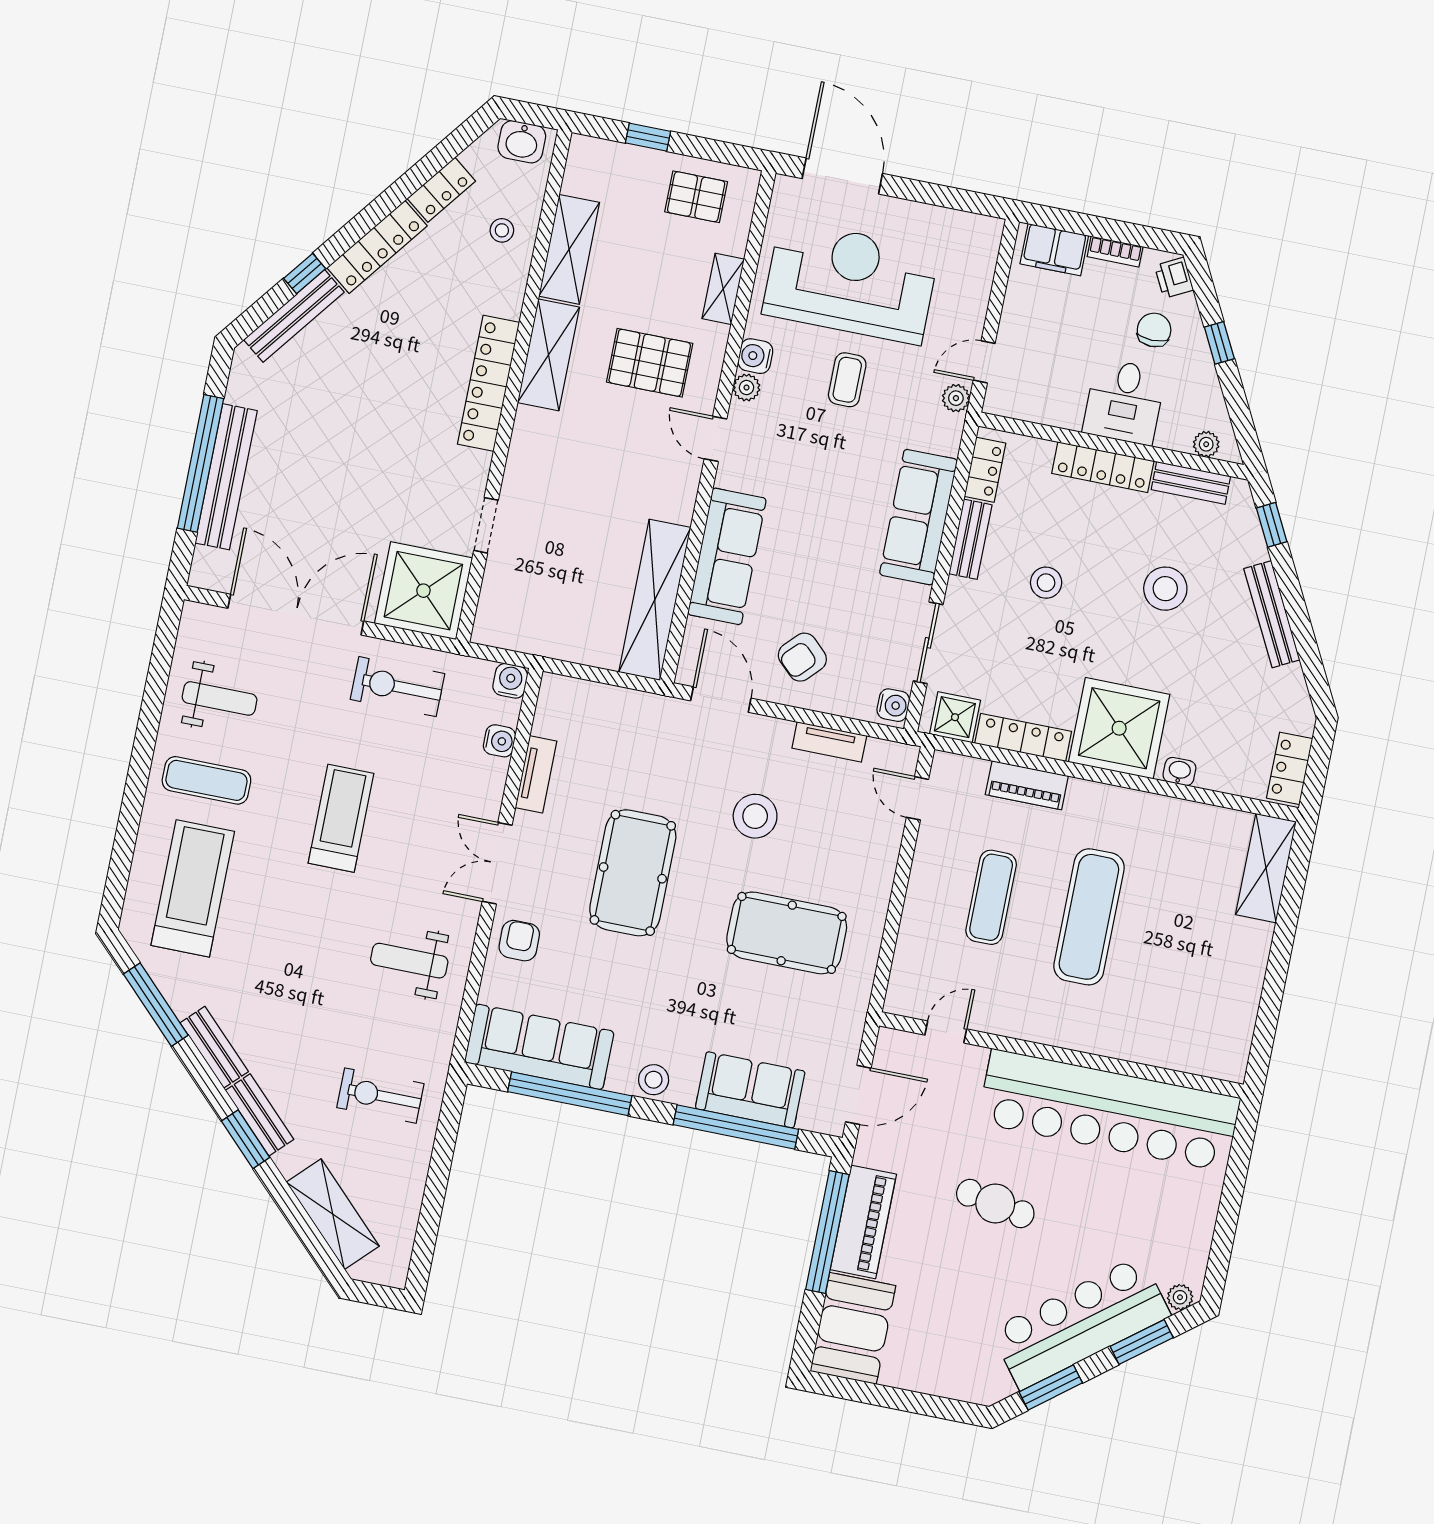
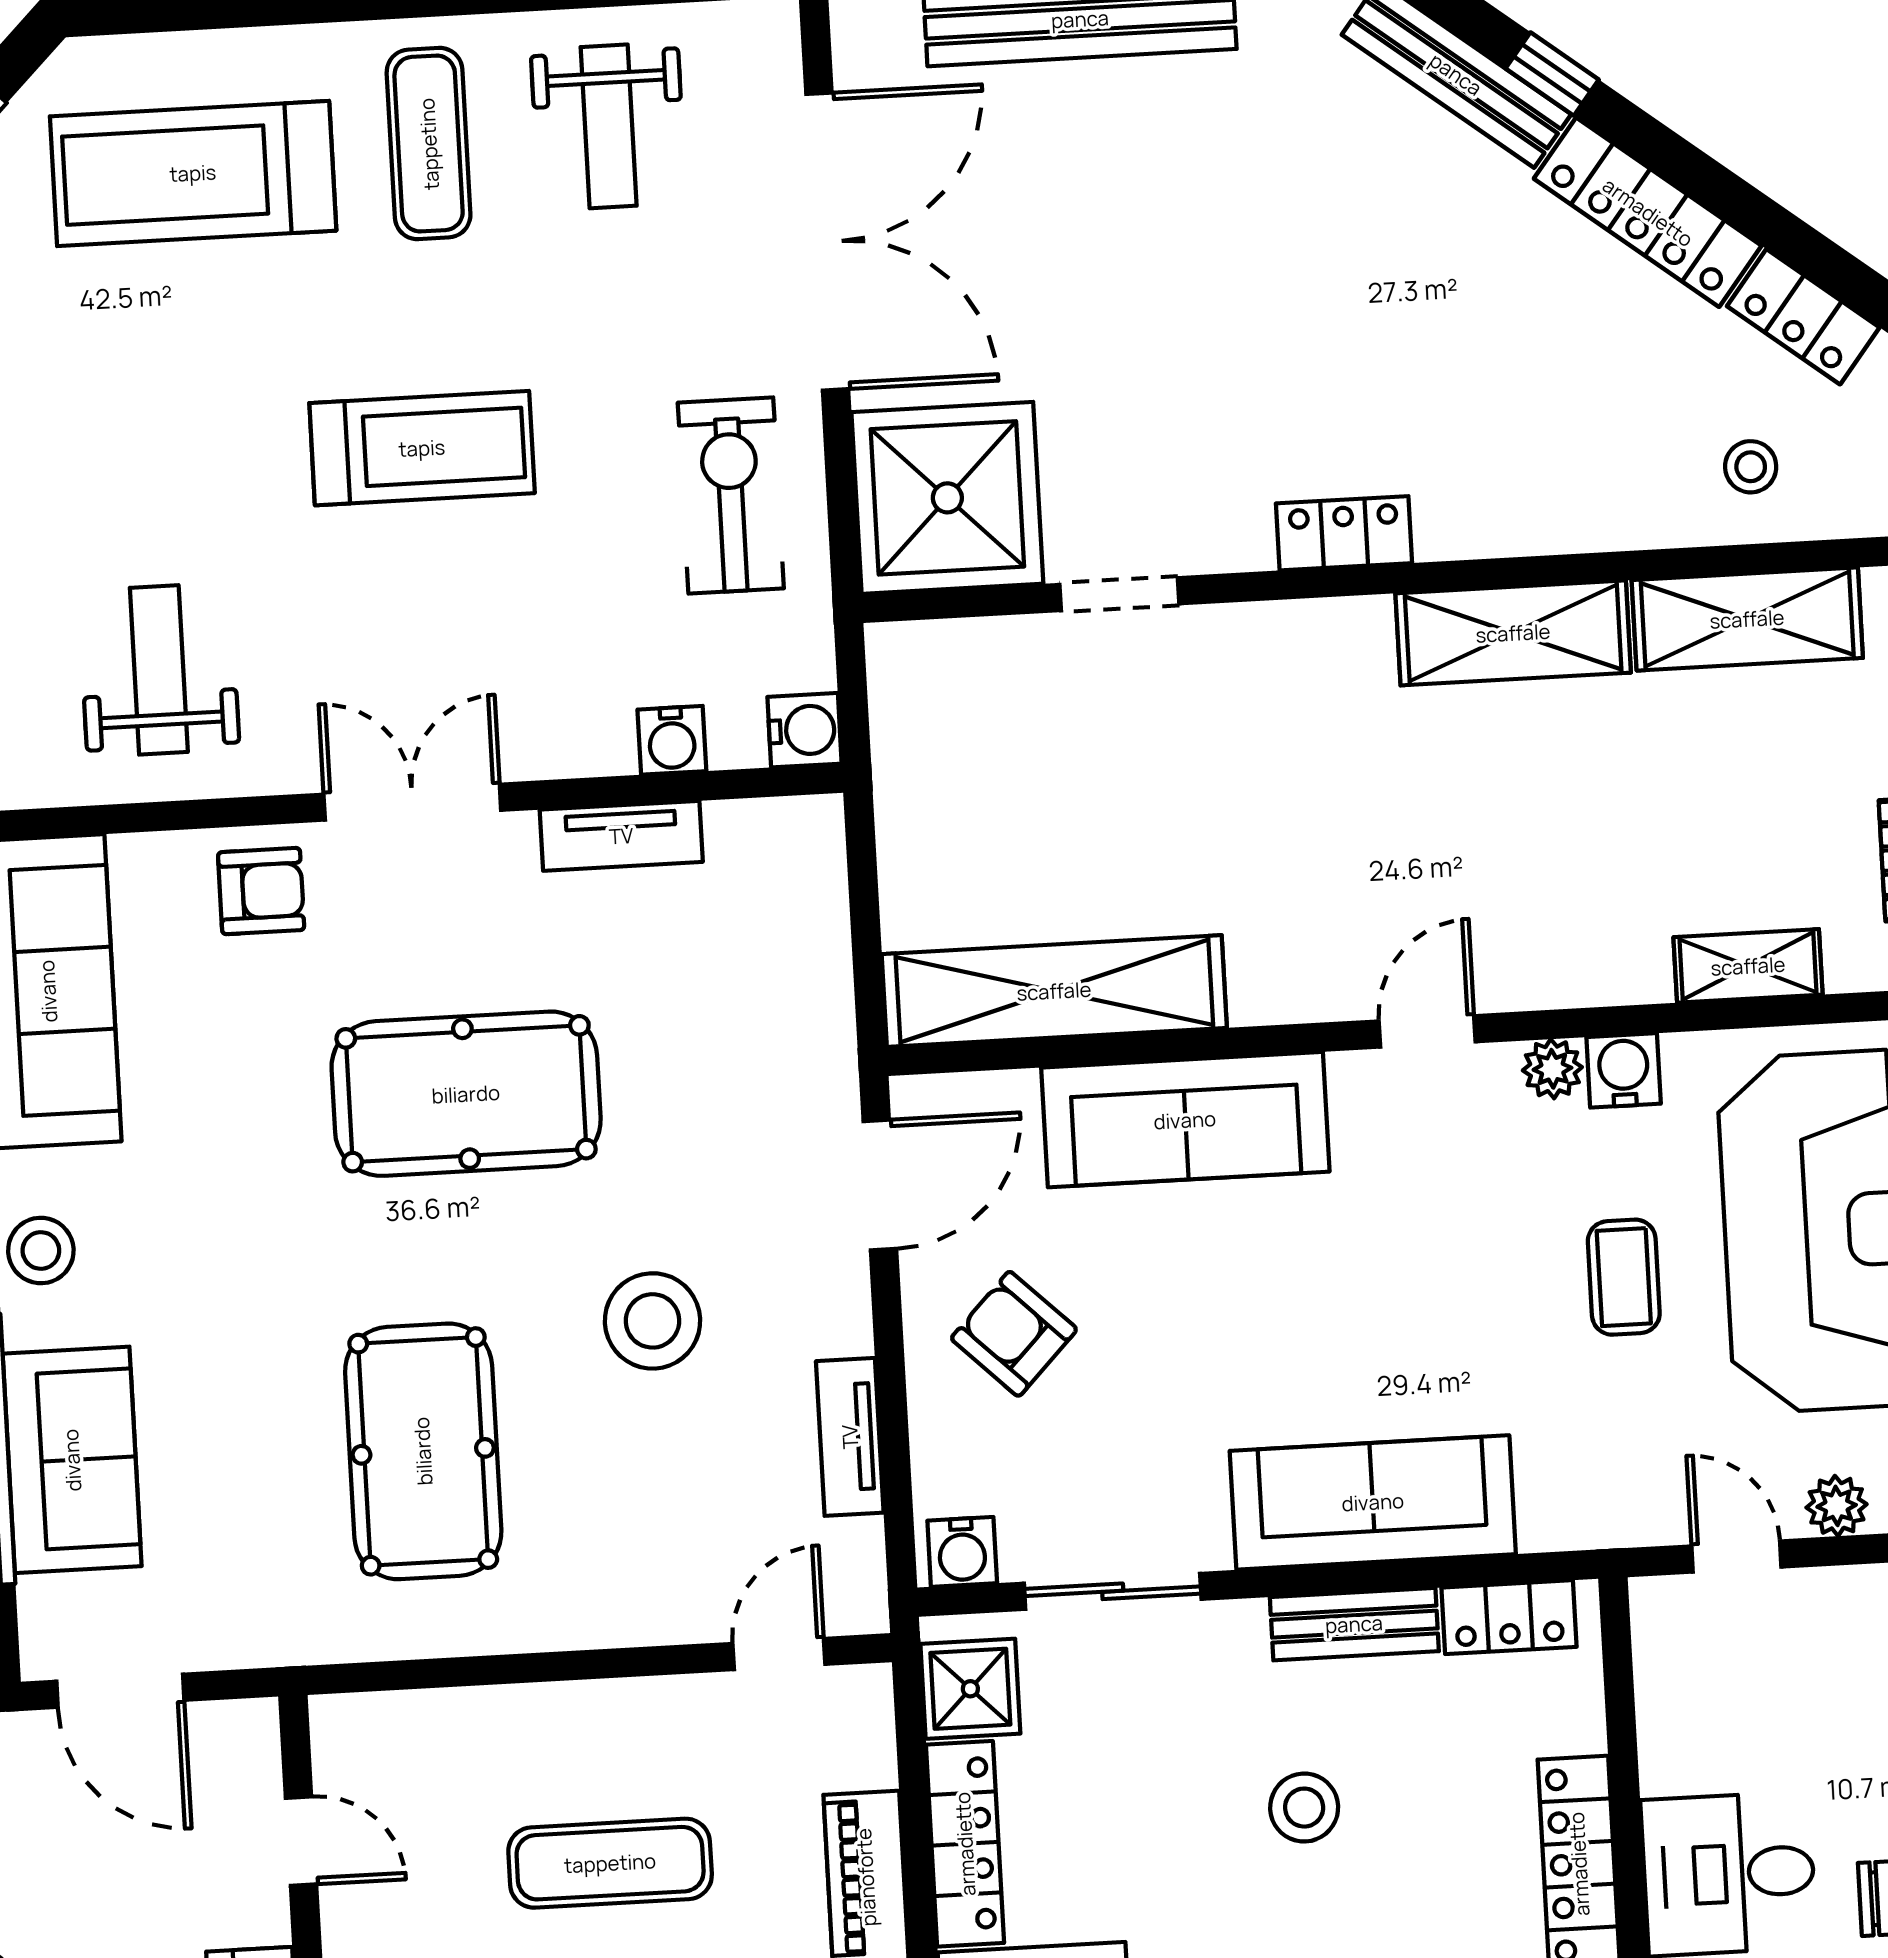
pallet: (650, 363) -> (1552, 851), removed
coffee table: (847, 380) -> (1624, 1277), turned 90
locker: (488, 383) -> (1344, 533), width x0.46, depth x0.83
plant: (956, 398) -> (1837, 1506), moved
treadmill: (193, 888) -> (193, 173), turned 180

